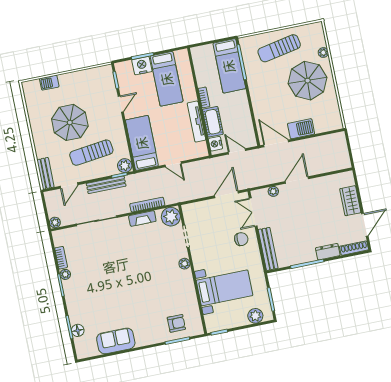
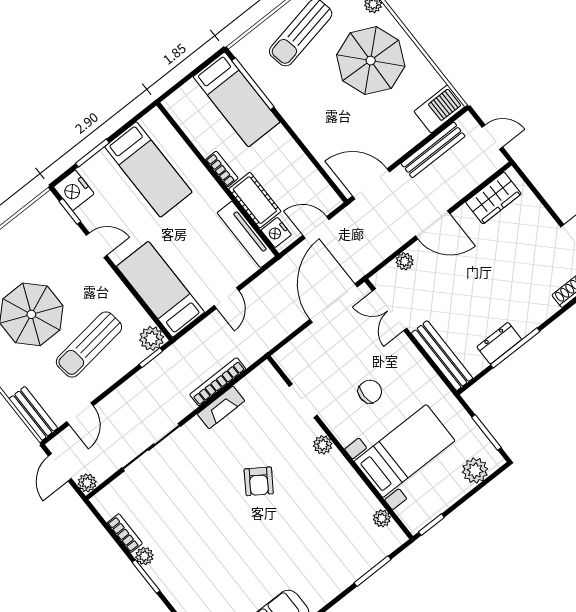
nightstand: (142, 66) -> (74, 190), moved, turned -90
door: (121, 104) -> (97, 245), hinge flipped
tv unit: (196, 122) -> (246, 234), moved
barbecue: (301, 129) -> (439, 109), moved
door: (350, 151) -> (492, 137), added
door: (173, 164) -> (226, 298), hinge flipped
door: (297, 180) -> (433, 225), swing flipped
bench: (106, 185) -> (433, 150), moved
door: (226, 194) -> (334, 303), width x1.36
wardrobe: (350, 201) -> (493, 198), moved, turned -90
door: (45, 208) -> (60, 467), added
plant: (171, 217) -> (382, 518), moved, width x0.53, depth x0.53
chair: (241, 239) -> (370, 392), moved
dresser: (328, 252) -> (499, 343), moved
armchair: (176, 323) -> (259, 481), moved, turned 124

